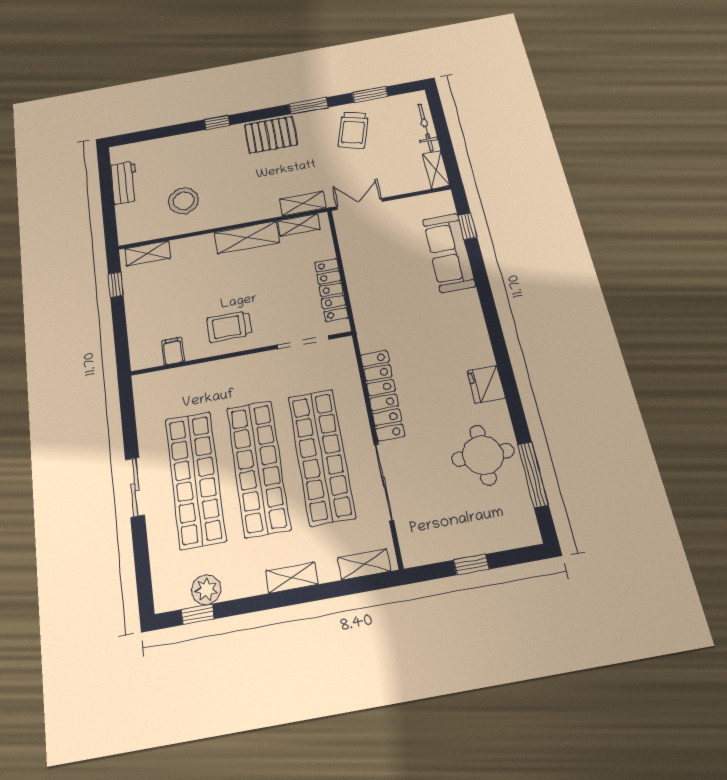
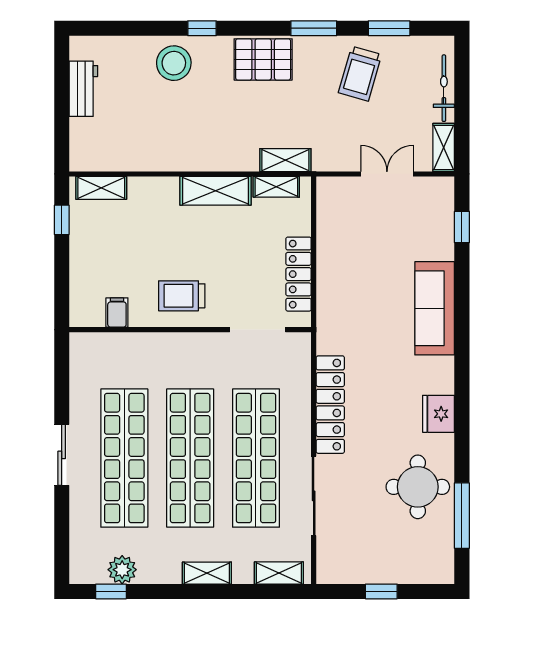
stool: (184, 201) -> (174, 63), moved
double door: (359, 204) -> (387, 174), moved
sofa: (449, 253) -> (435, 308), moved

